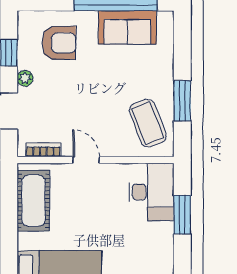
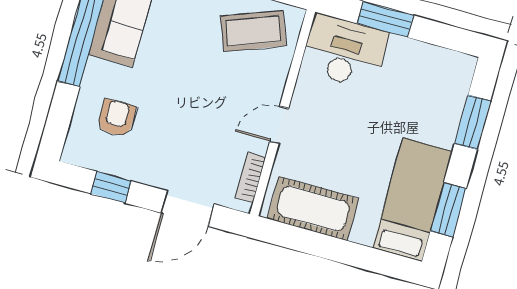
armchair: (59, 43) -> (116, 118), width x0.72, depth x0.72
plant: (25, 78) -> (150, 175), removed

